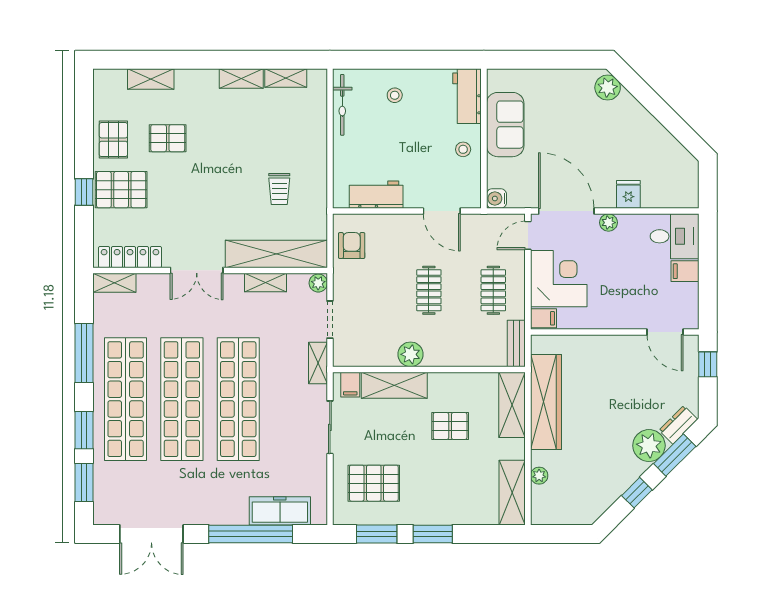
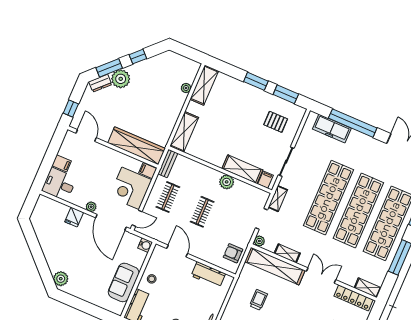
armchair: (352, 246) -> (233, 253), turned 90
wardrobe: (546, 402) -> (136, 146), moved, turned 90
pallet: (450, 426) -> (222, 135), removed
pallet: (374, 483) -> (276, 122), width x0.67, depth x0.71

